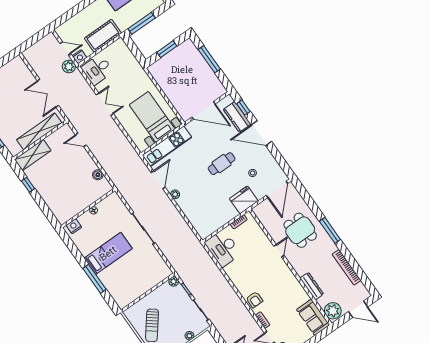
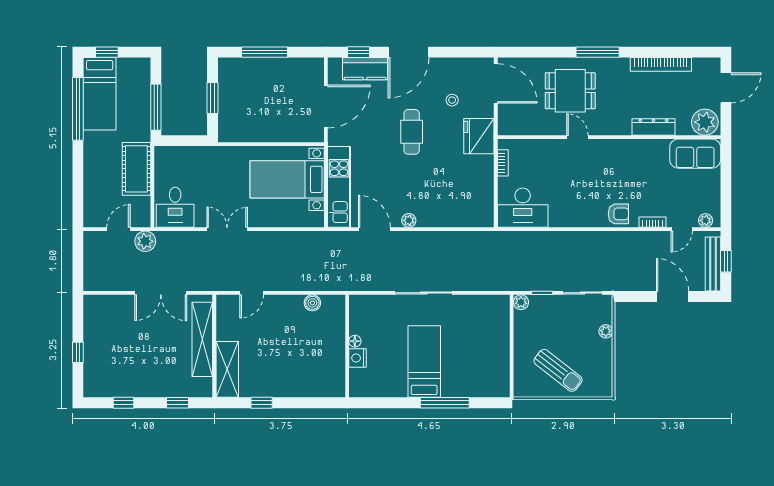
nightstand: (79, 57) -> (142, 219), removed
nightstand: (74, 226) -> (357, 358), moved

